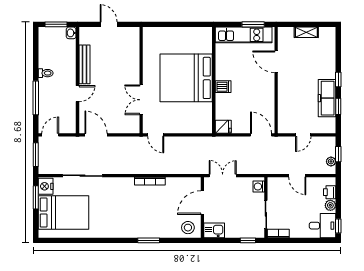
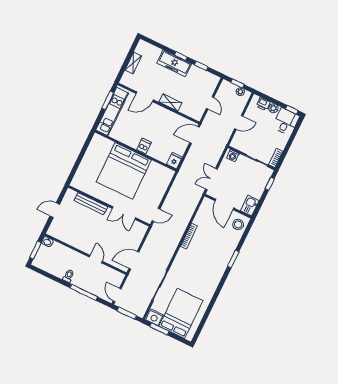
bench: (85, 64) -> (91, 204), moved
shelving: (283, 92) -> (170, 102), added
freezer: (327, 98) -> (174, 63), moved

